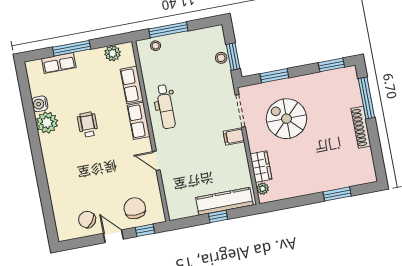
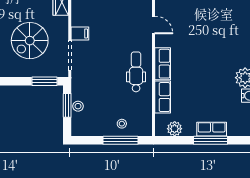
stool: (156, 46) -> (122, 124), moved
row of seats: (59, 63) -> (212, 129), moved
window: (274, 76) -> (45, 81), moved
spiral stairs: (286, 119) -> (30, 41), turned 90
wheelchair: (88, 125) -> (209, 69), removed

